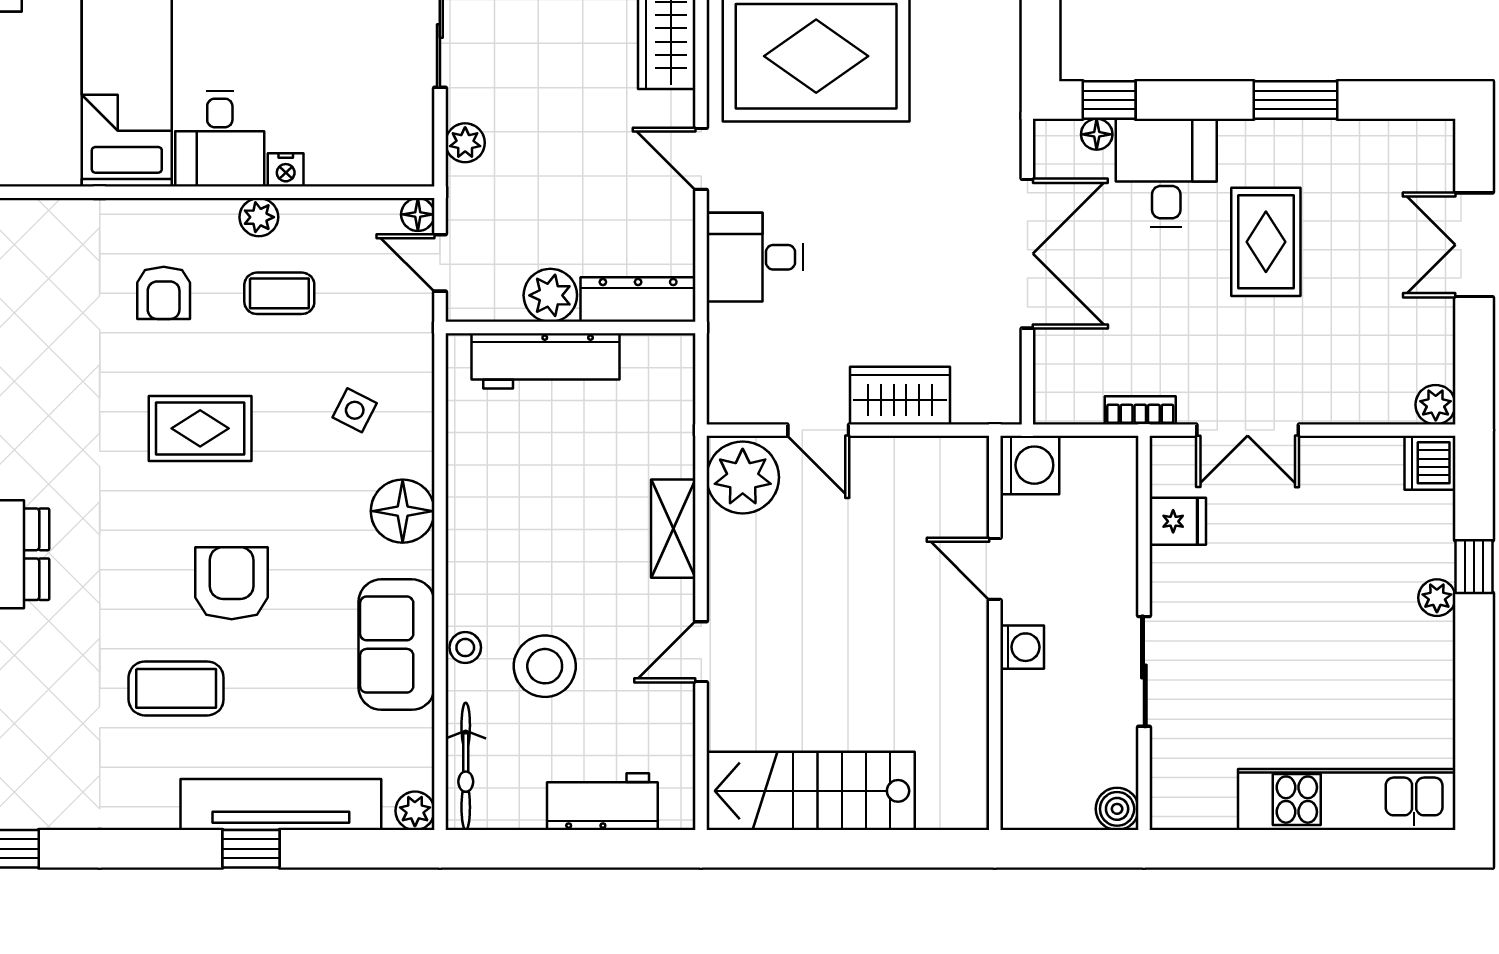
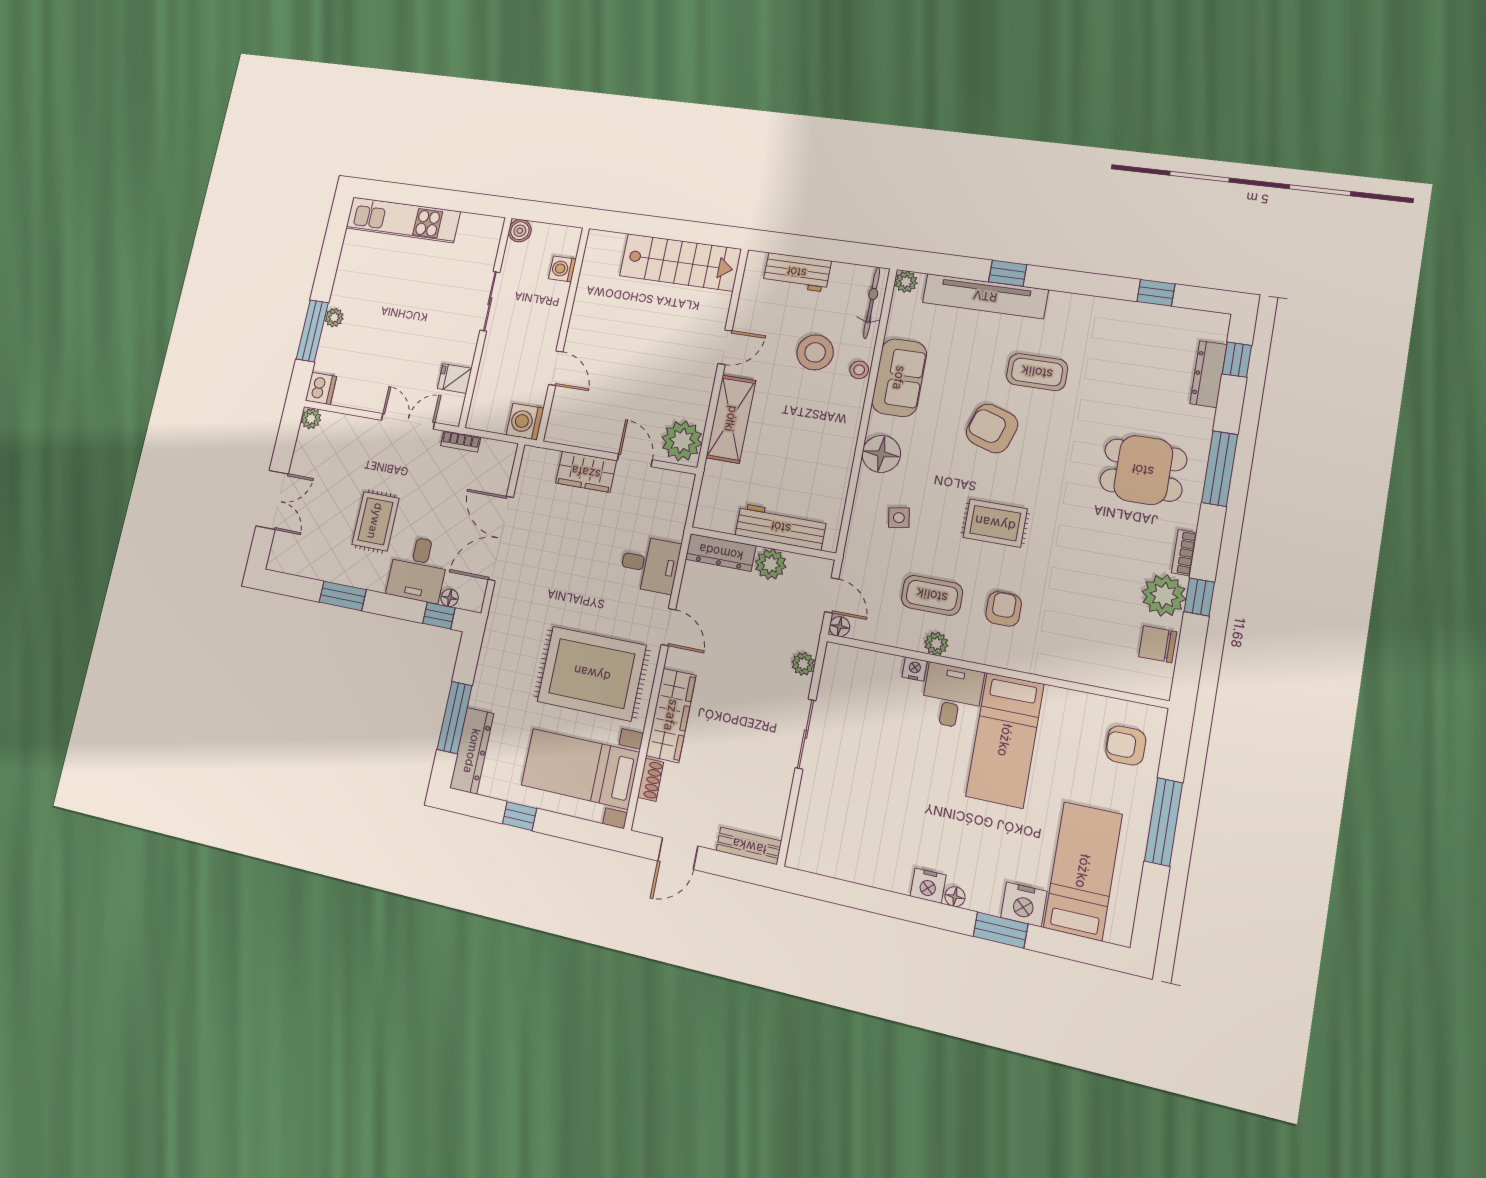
coffee table: (279, 293) -> (932, 595), width x1.36, depth x1.30
side table: (355, 410) -> (899, 518), turned -36
shelving: (673, 529) -> (731, 419), width x1.50, depth x1.33
window: (1474, 567) -> (312, 331), width x2.17
armchair: (232, 583) -> (992, 428), turned 108
washing machine: (1022, 647) -> (562, 269), moved

